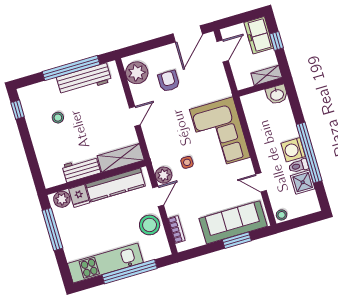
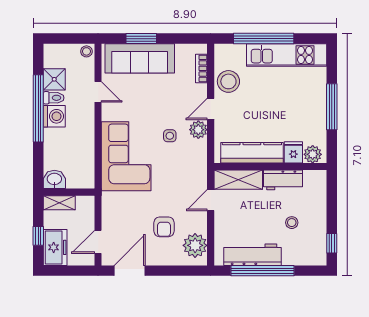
shelving: (121, 158) -> (238, 180), moved
workbench: (81, 169) -> (283, 180), moved
wall: (96, 178) -> (270, 167), moved
kitchen counter: (115, 185) -> (252, 153), moved
fridge: (79, 196) -> (293, 152), moved
plant: (62, 199) -> (313, 154), moved

